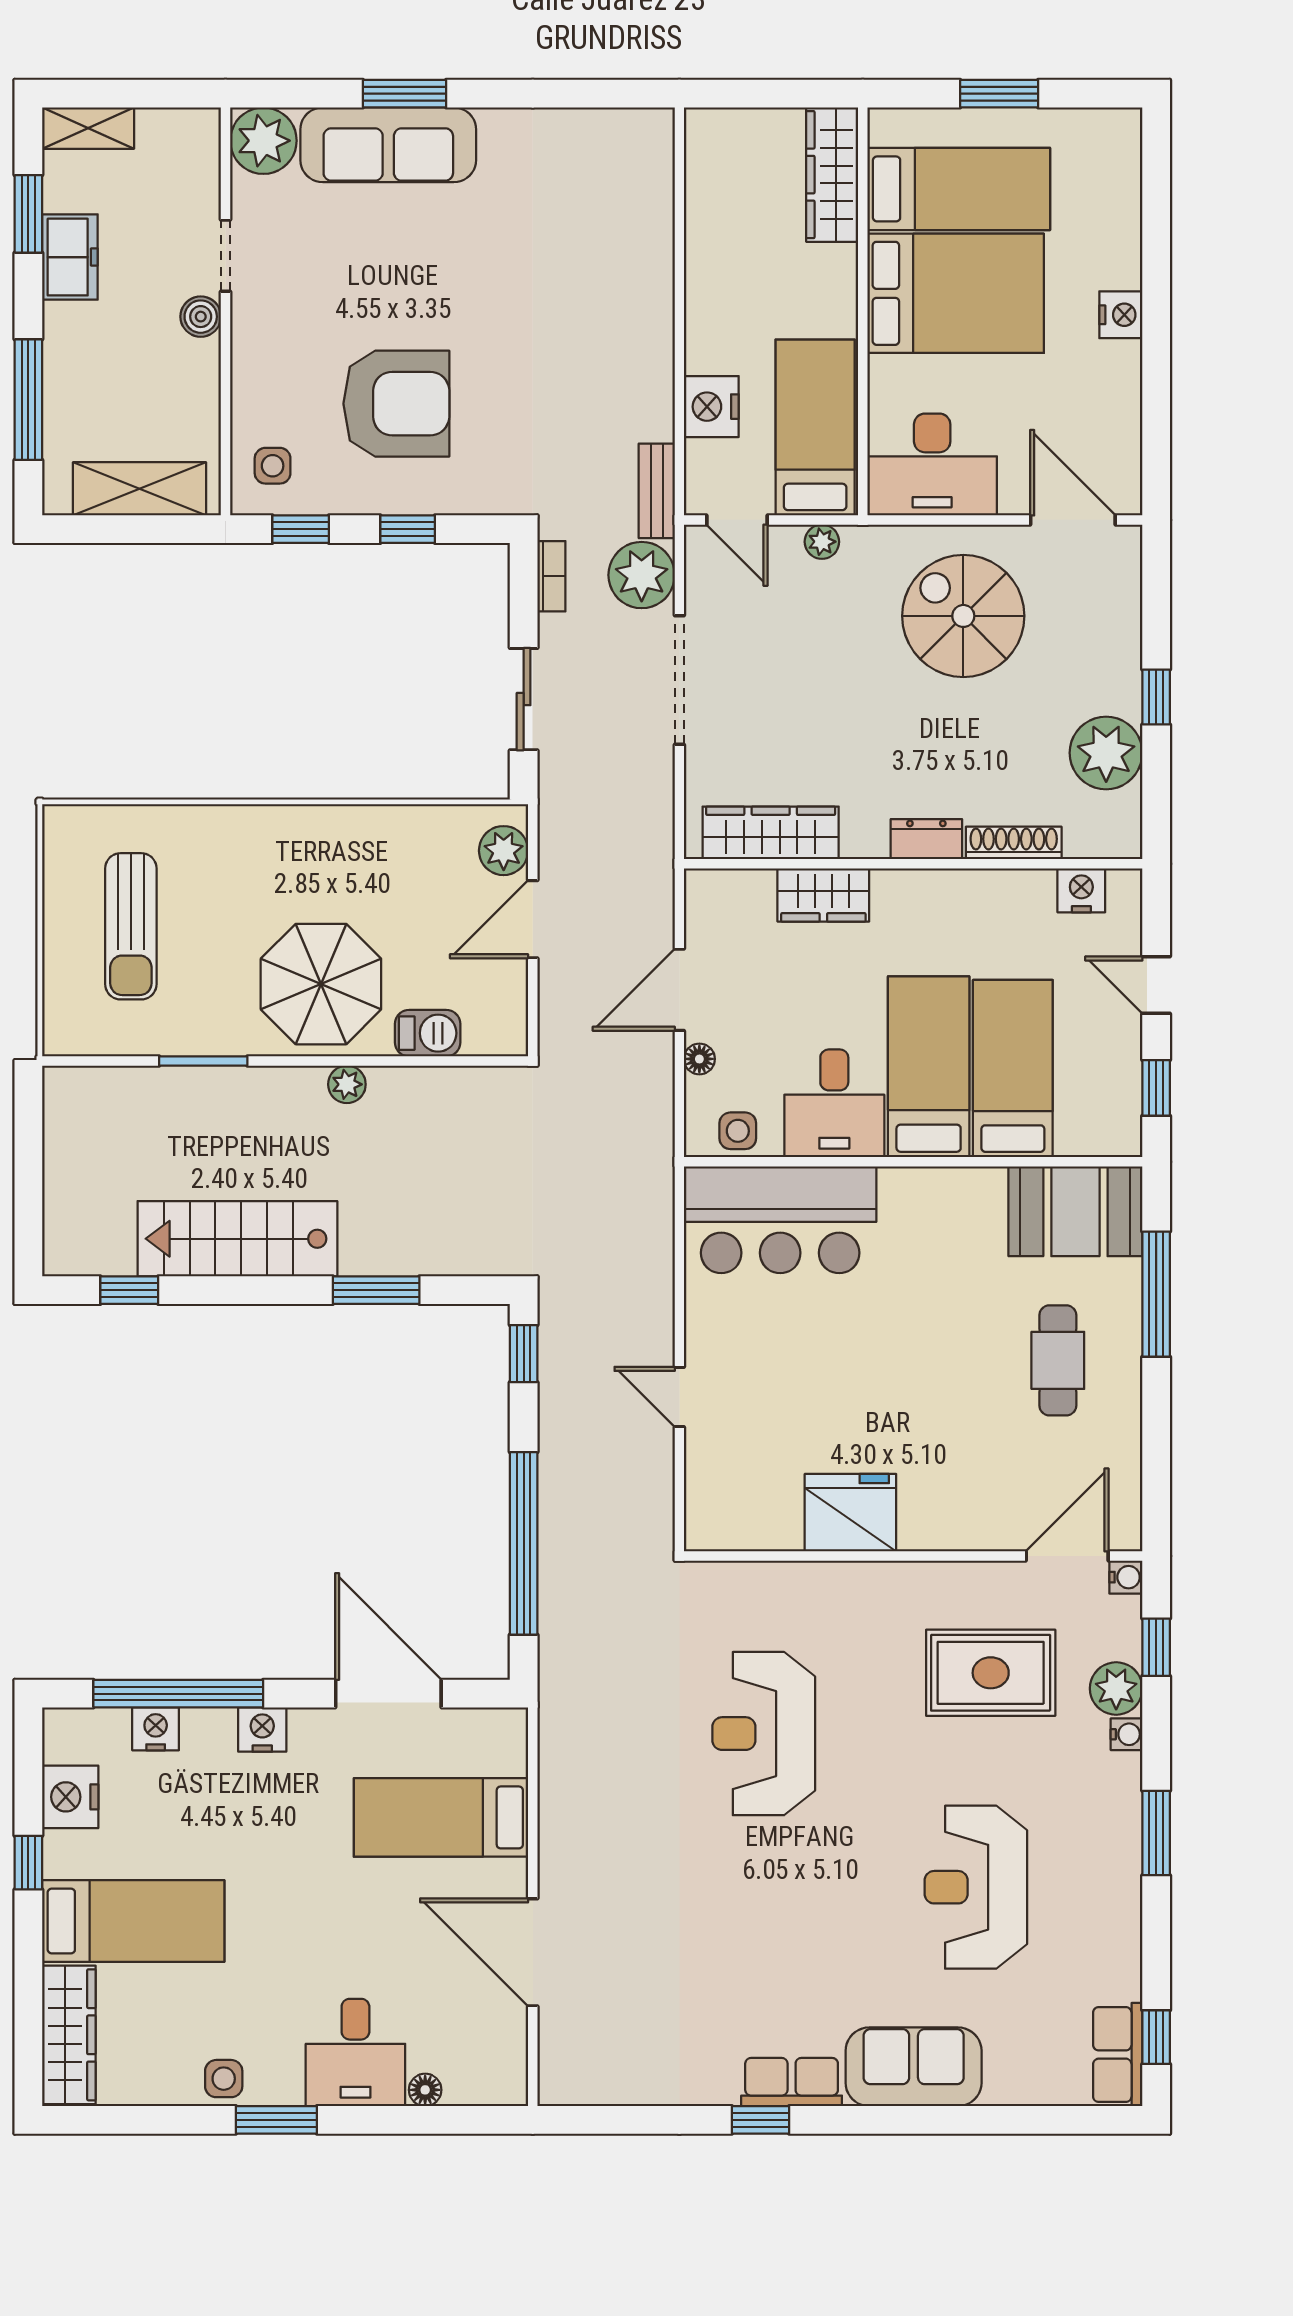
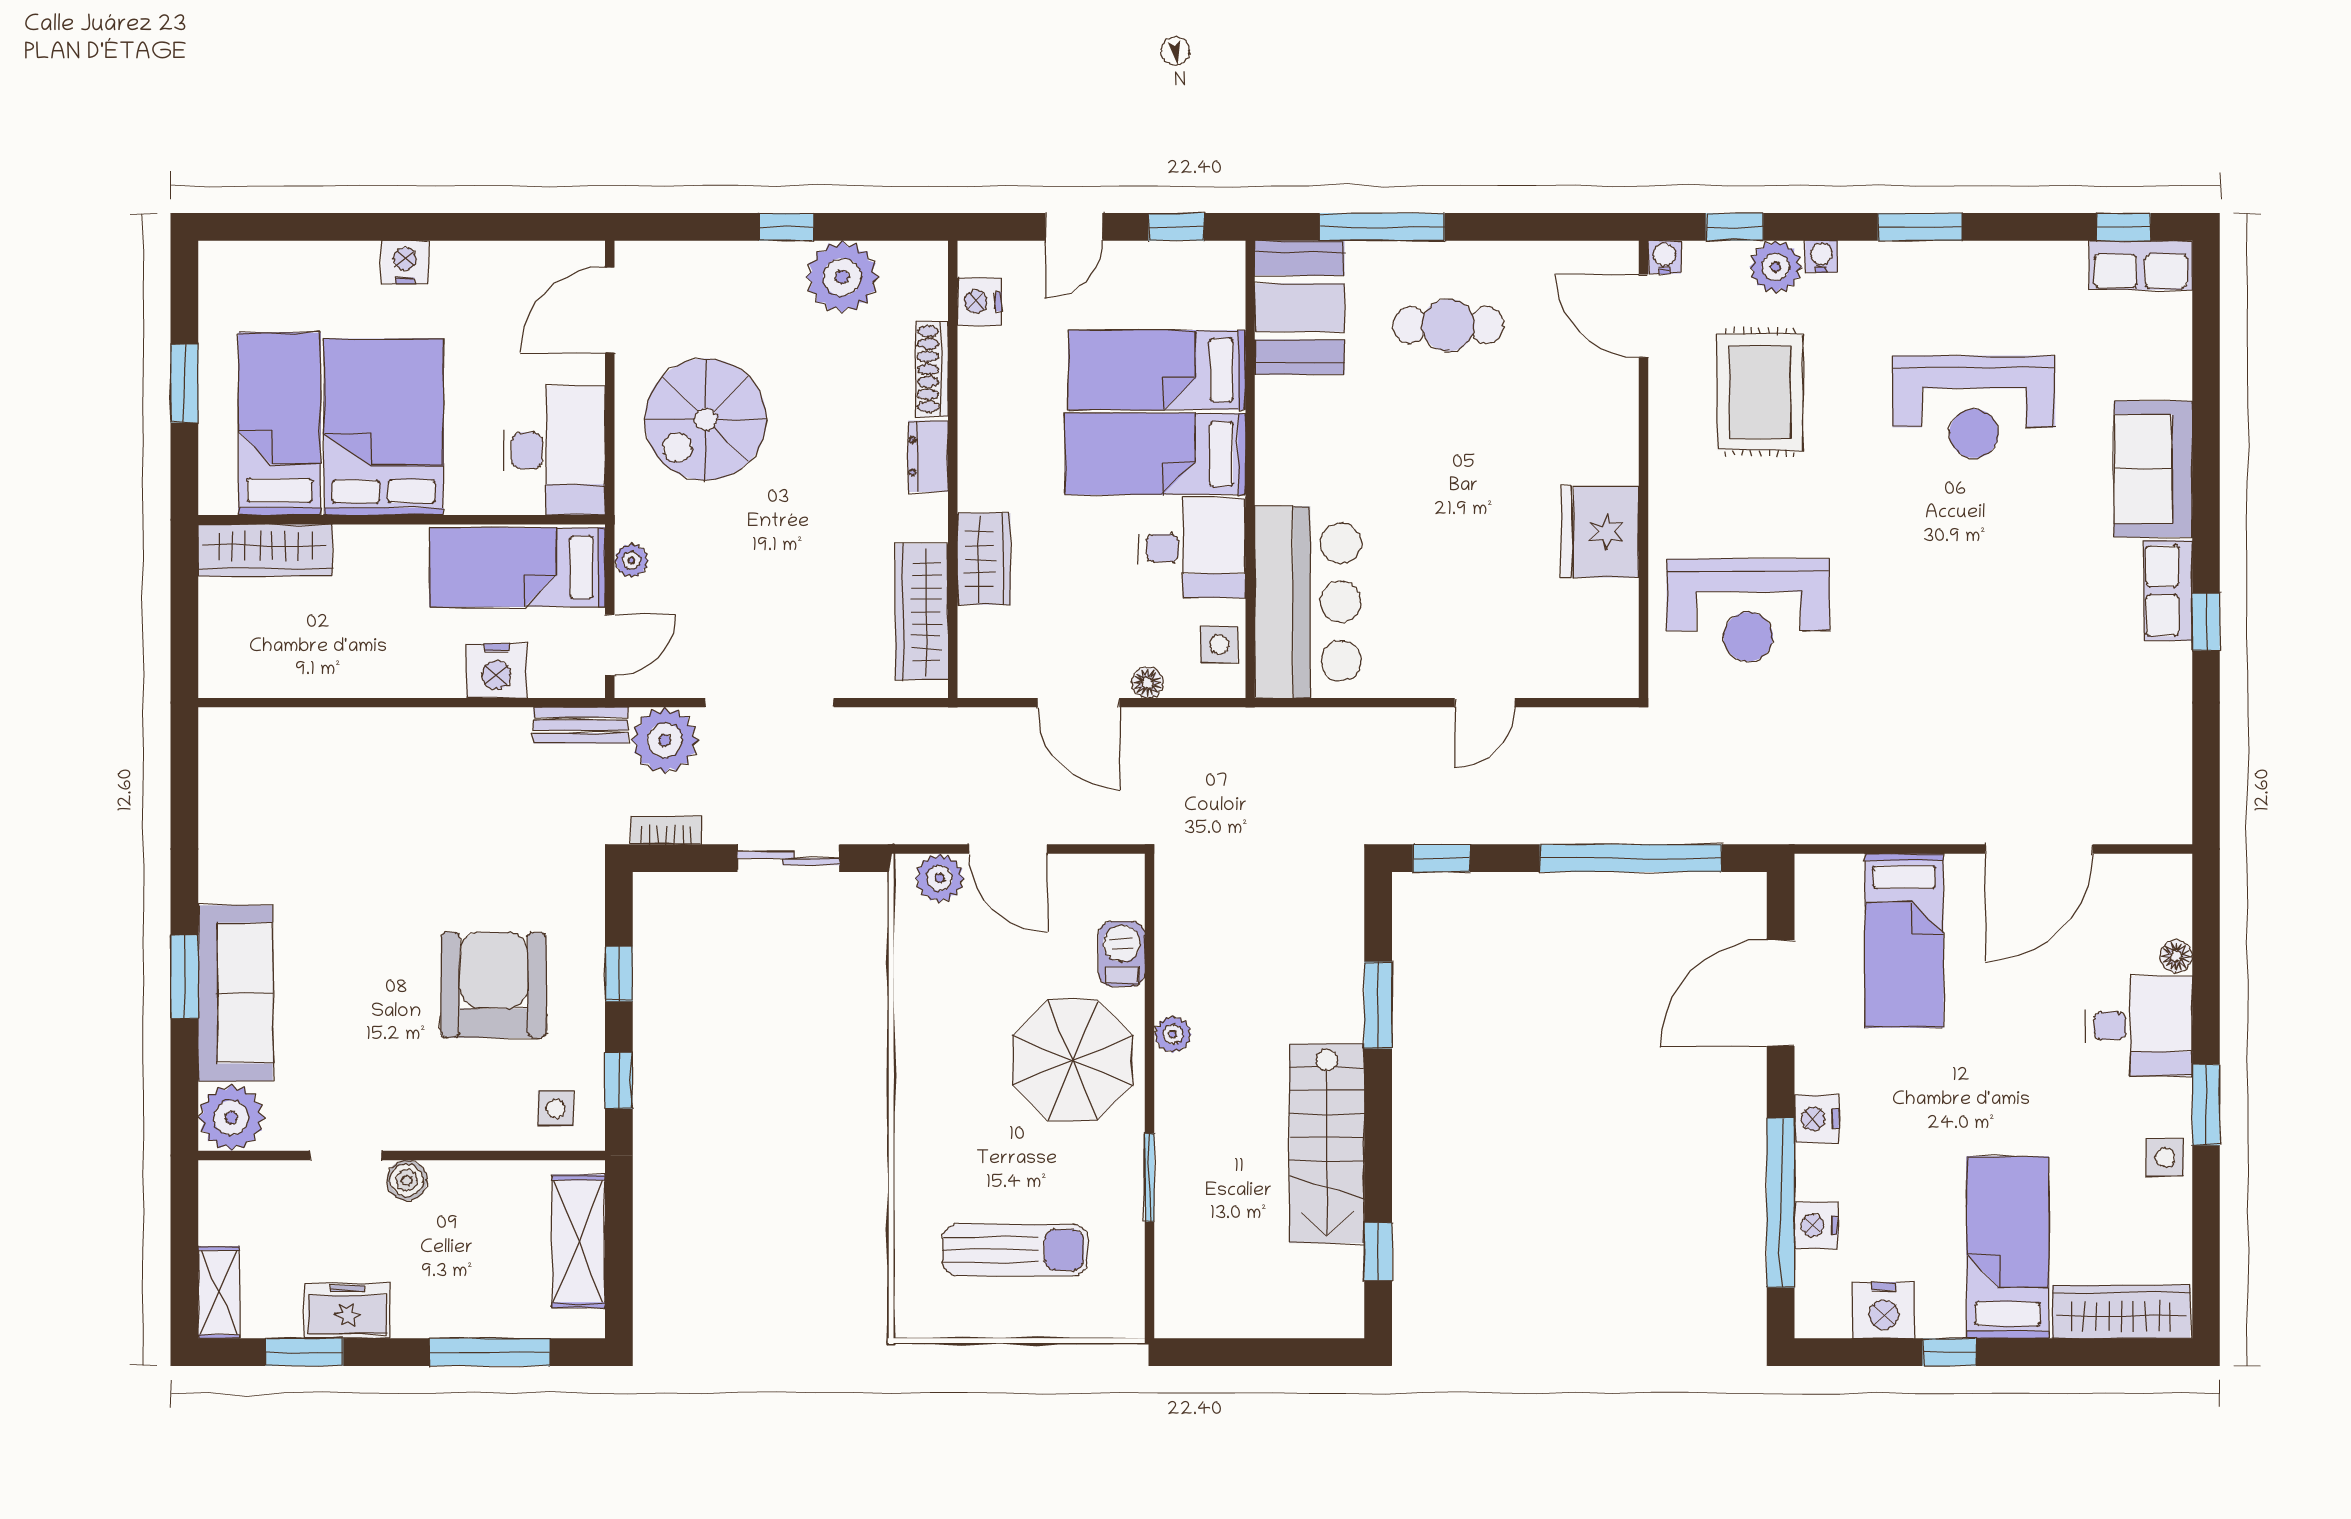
reception desk: (764, 1734) -> (1748, 610), moved

